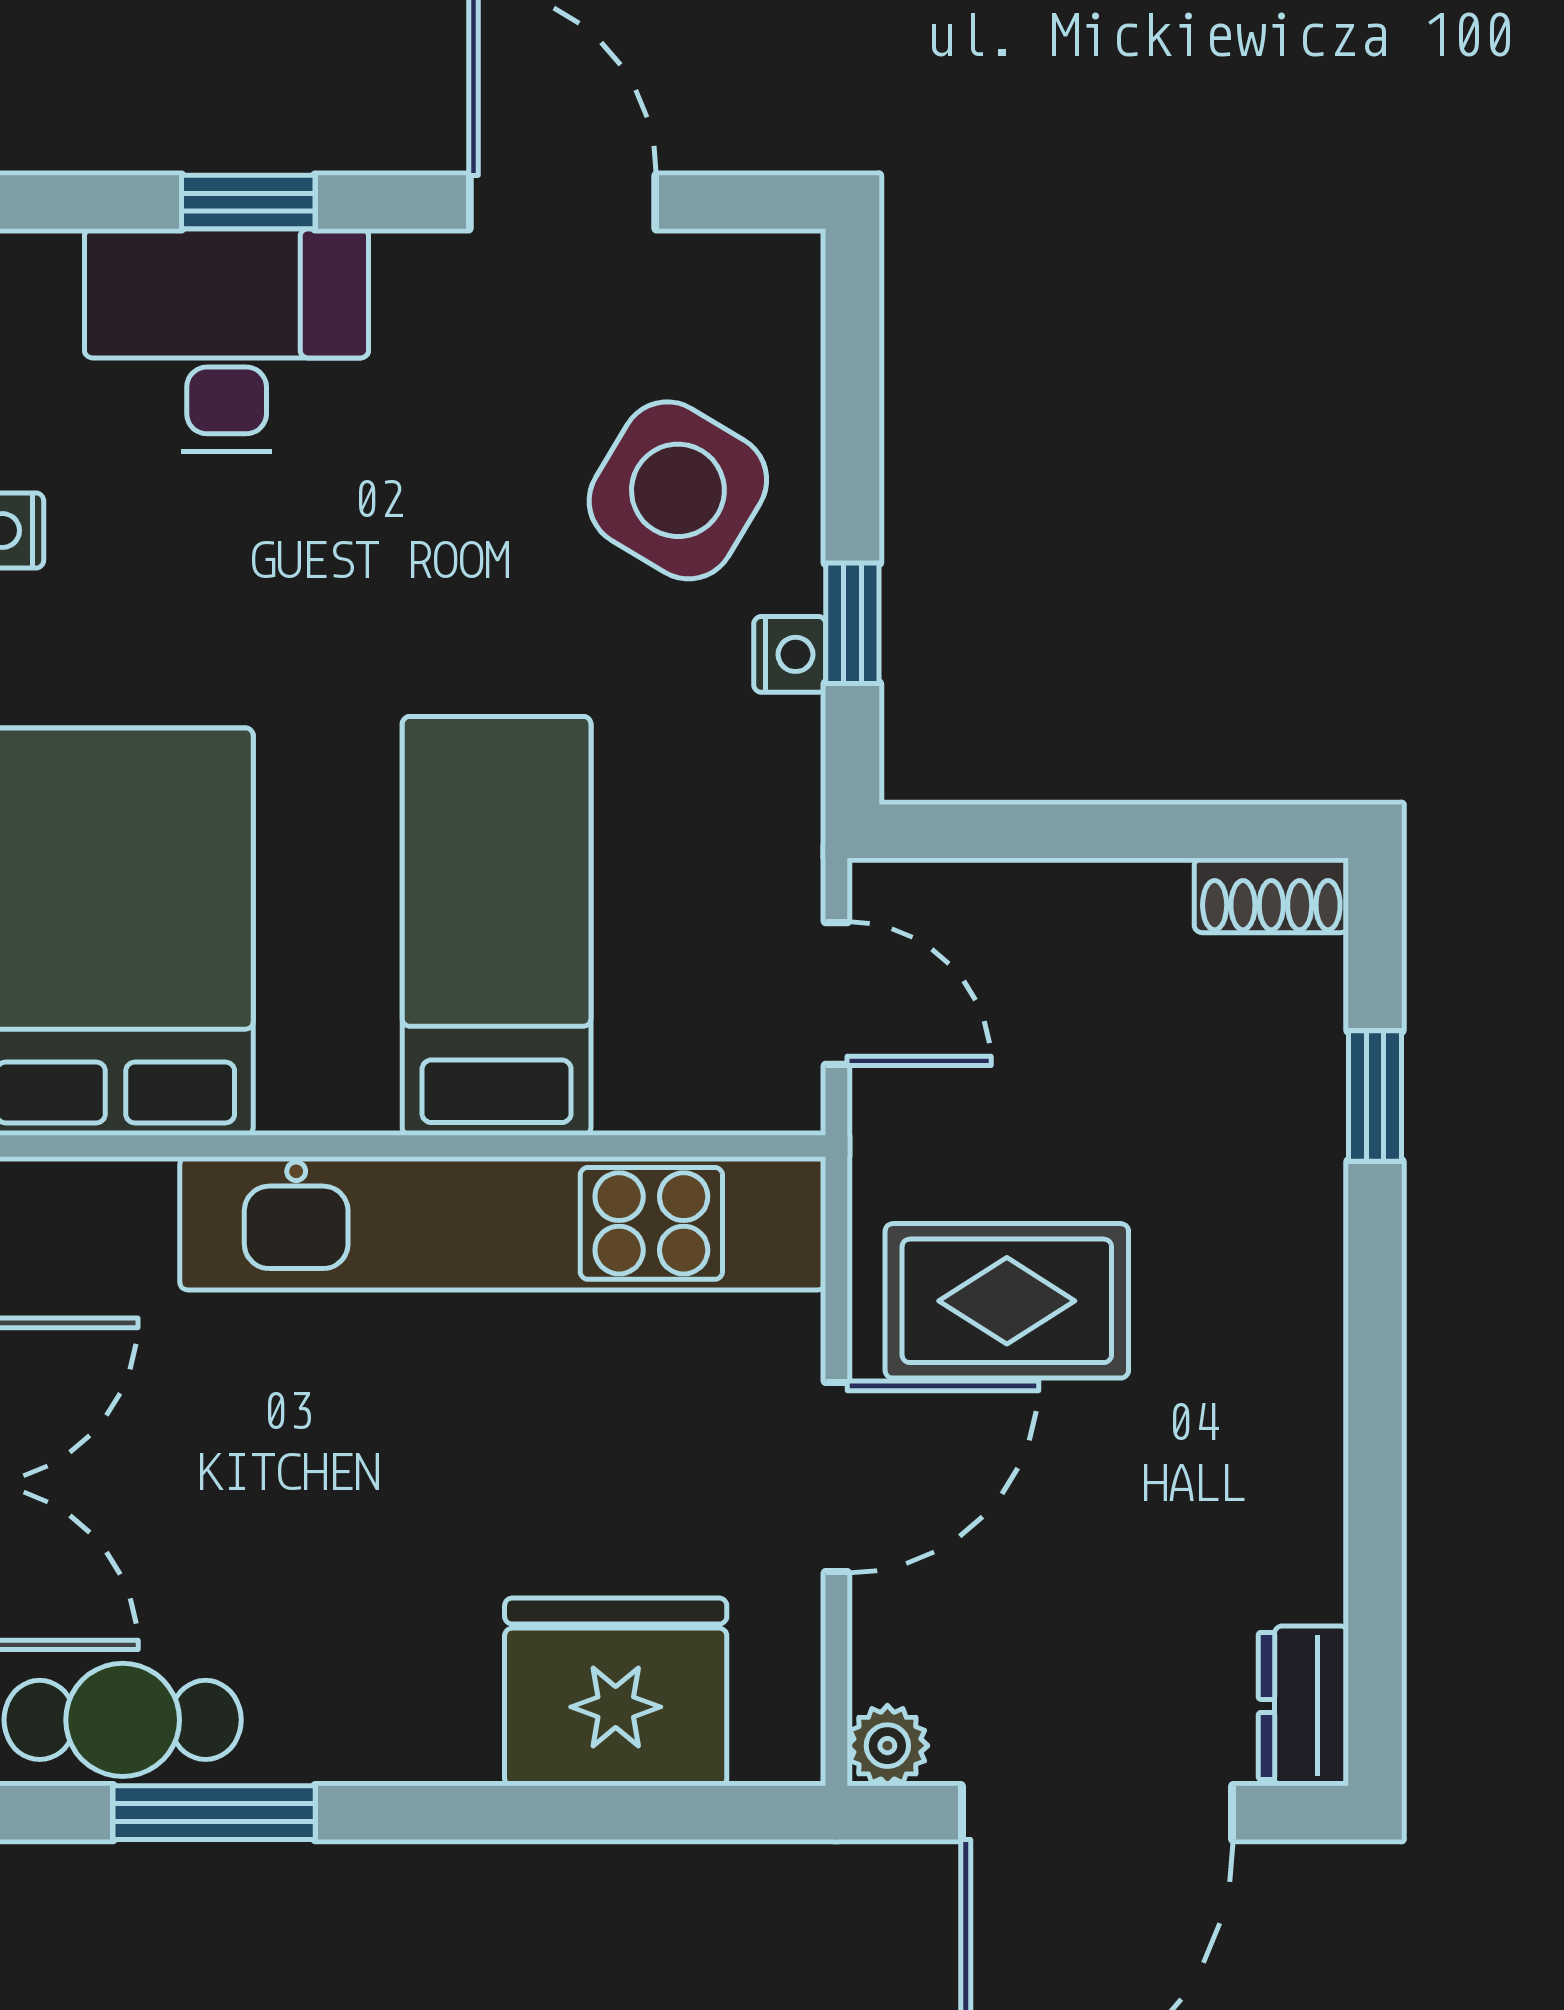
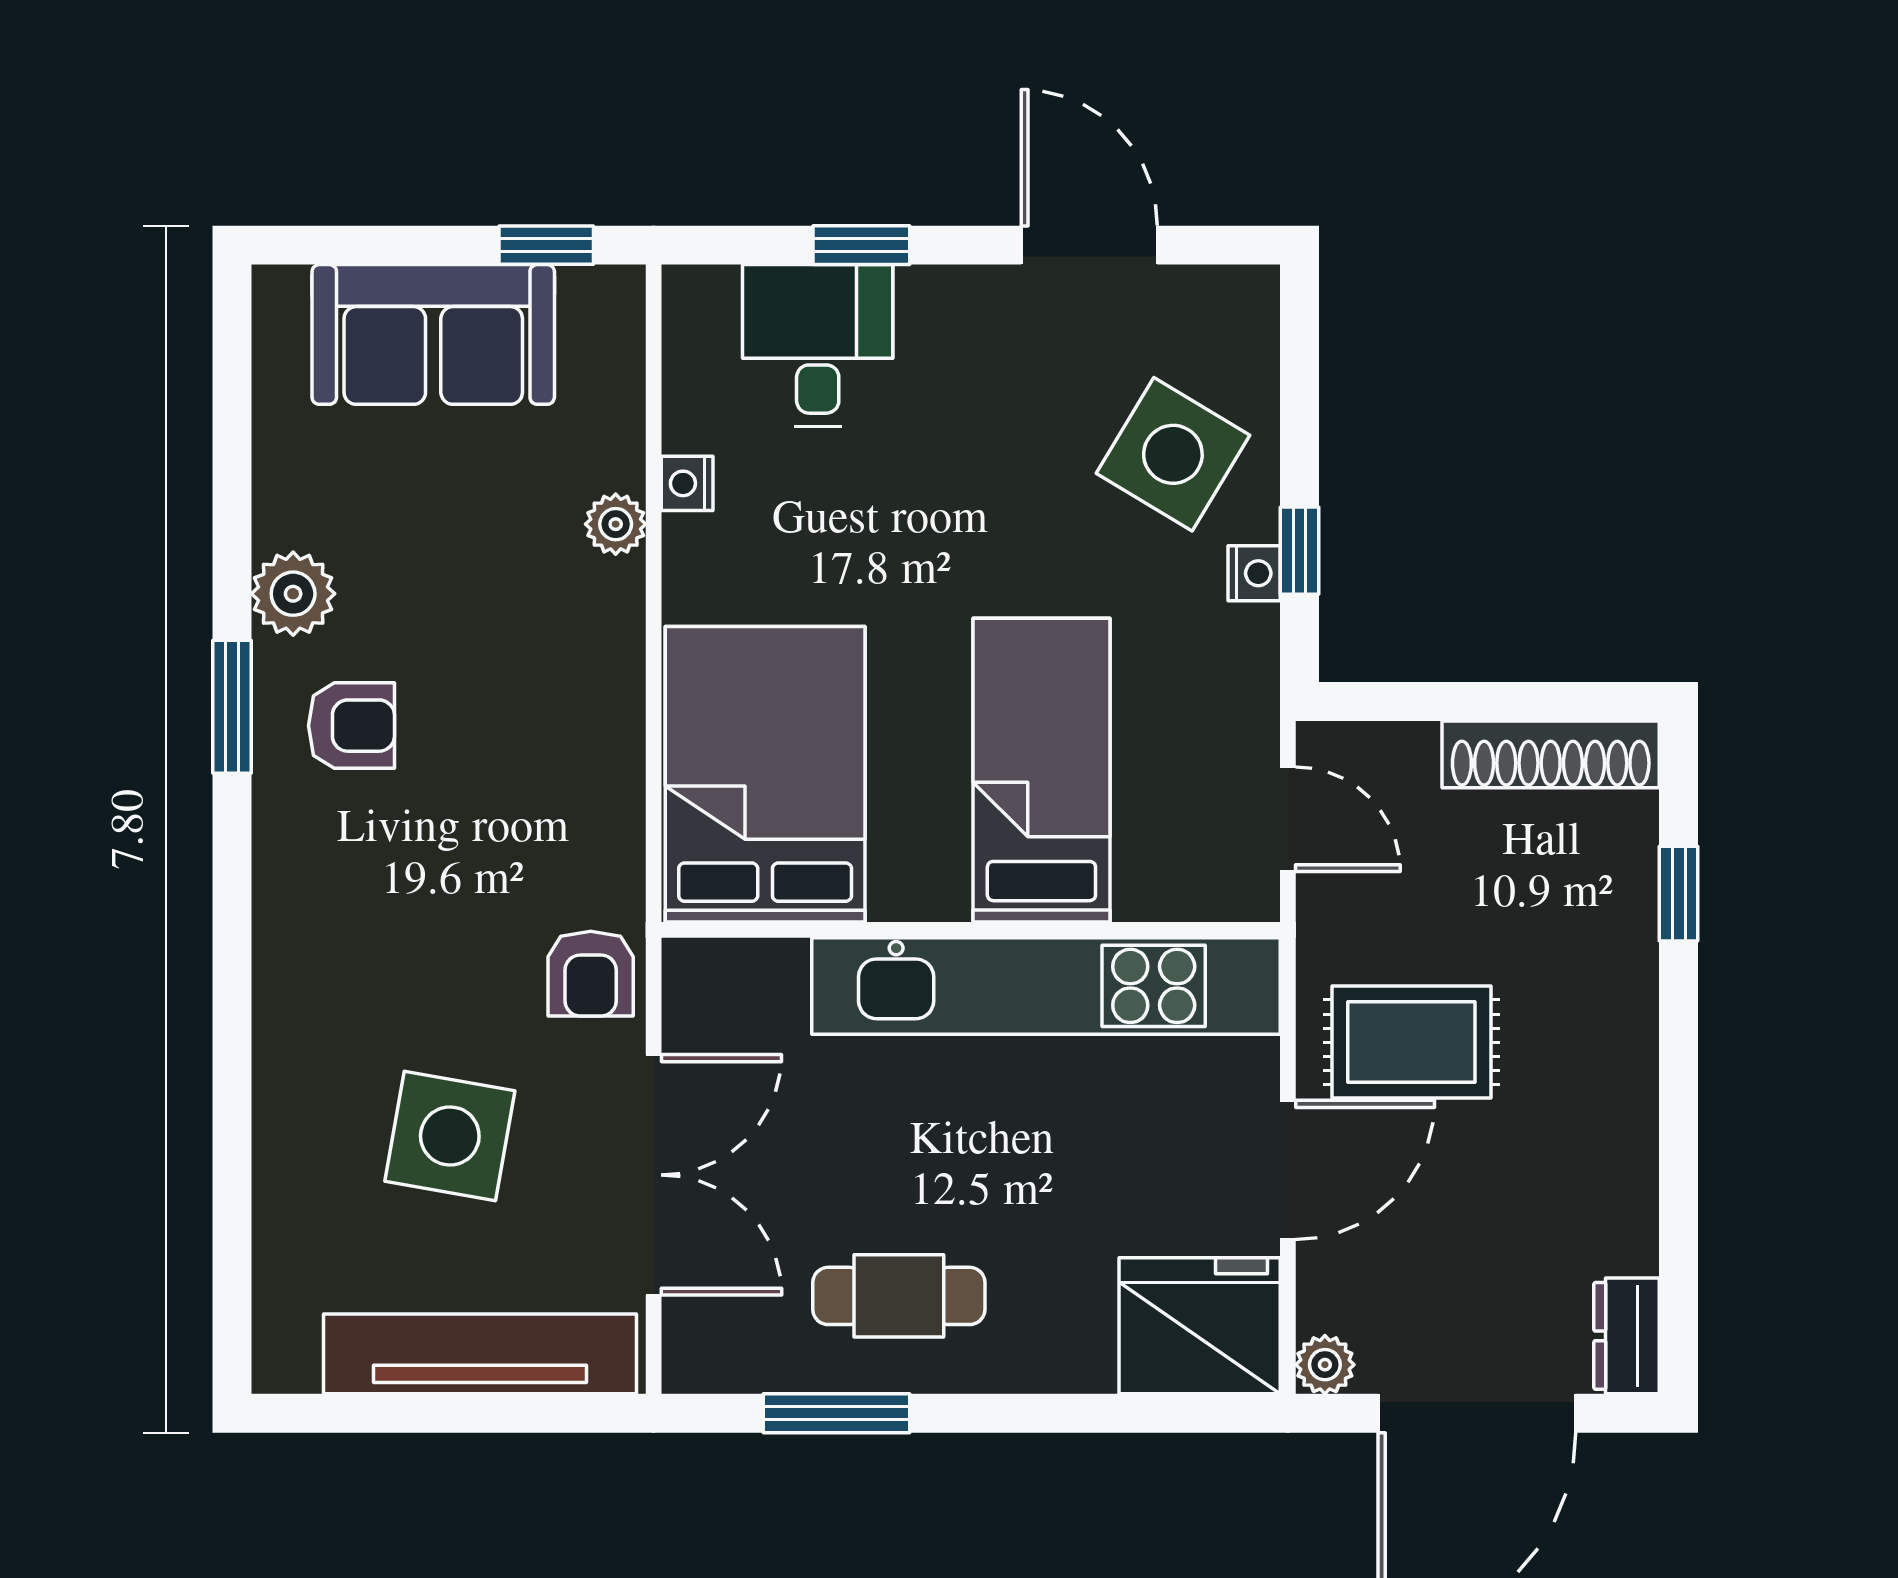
desk: (227, 340) -> (818, 345), width x0.73
shoe rack: (1271, 895) -> (1551, 754), width x1.94, depth x1.24
fridge: (616, 1692) -> (1200, 1326), moved
cafe table: (123, 1720) -> (899, 1296), moved

